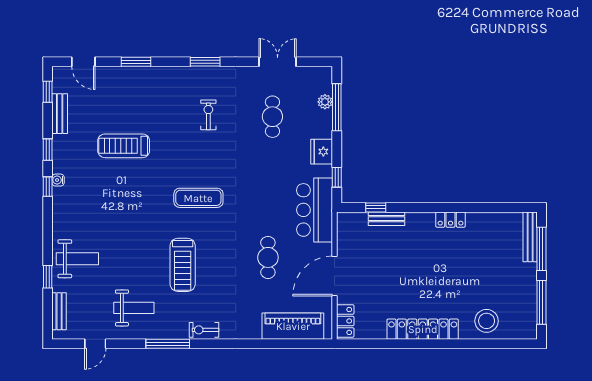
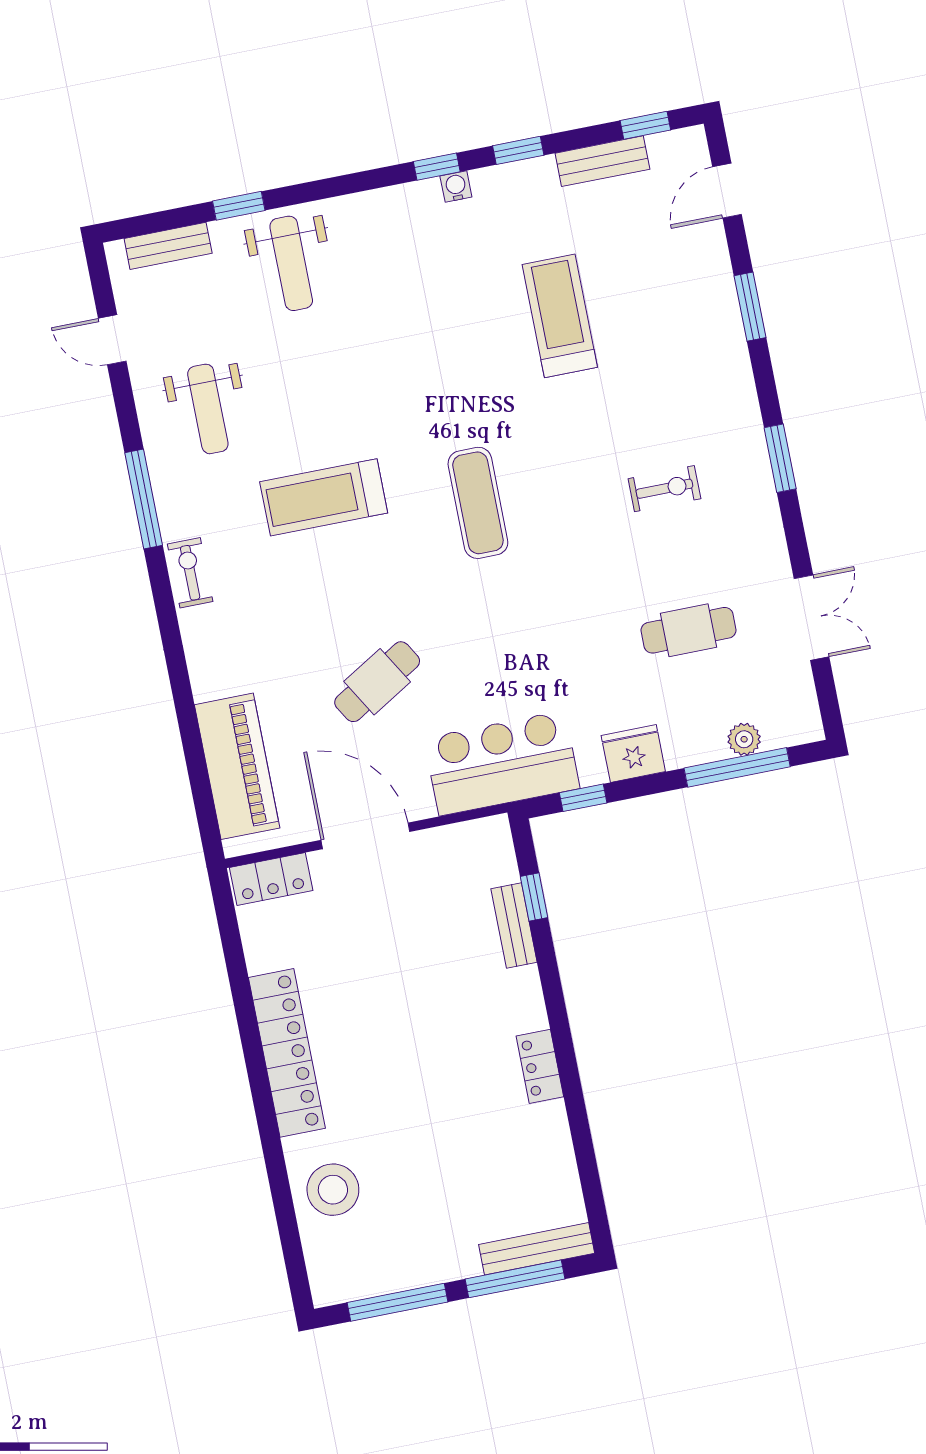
cafe table: (268, 257) -> (377, 682), turned -31

